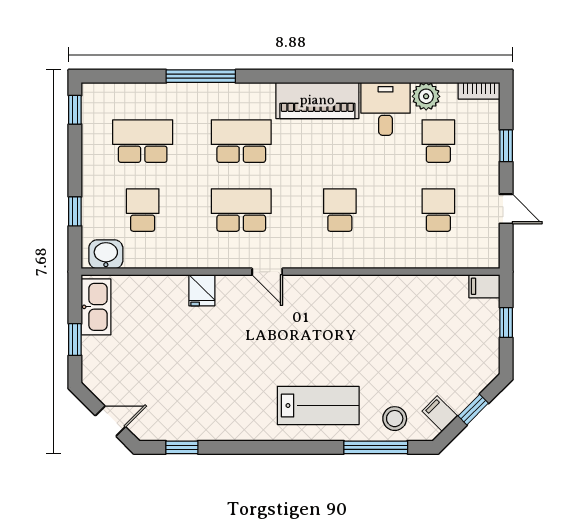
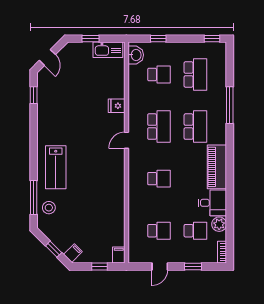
filing cabinet: (440, 414) -> (73, 253), moved

